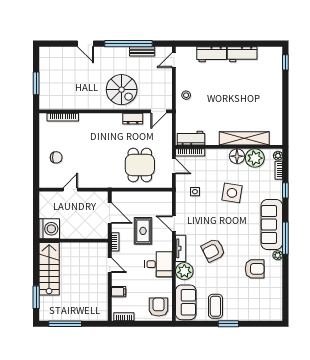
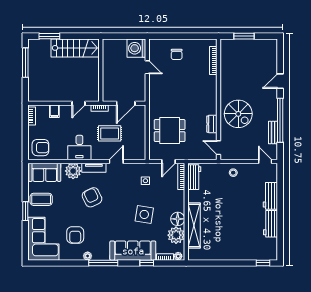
spiral stairs: (122, 90) -> (238, 114), turned -90
sofa: (272, 224) -> (133, 251), moved
washing machine: (49, 229) -> (136, 48), moved, turned 90
corner sofa: (259, 304) -> (43, 239), added

